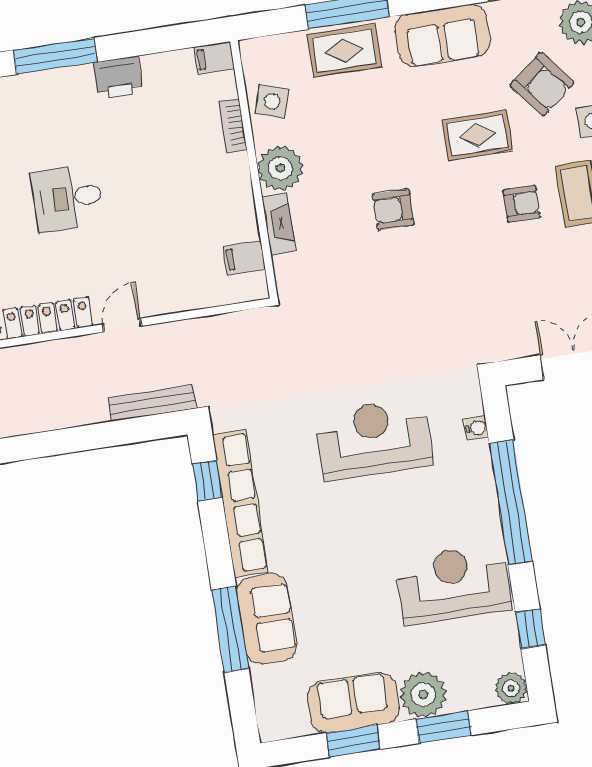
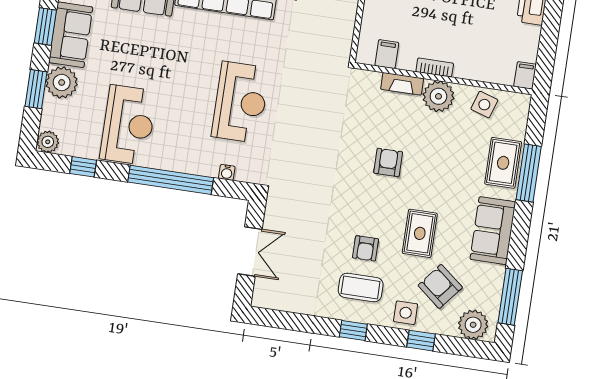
armchair: (542, 84) -> (440, 286), turned 78
bookcase: (233, 125) -> (435, 67), moved

